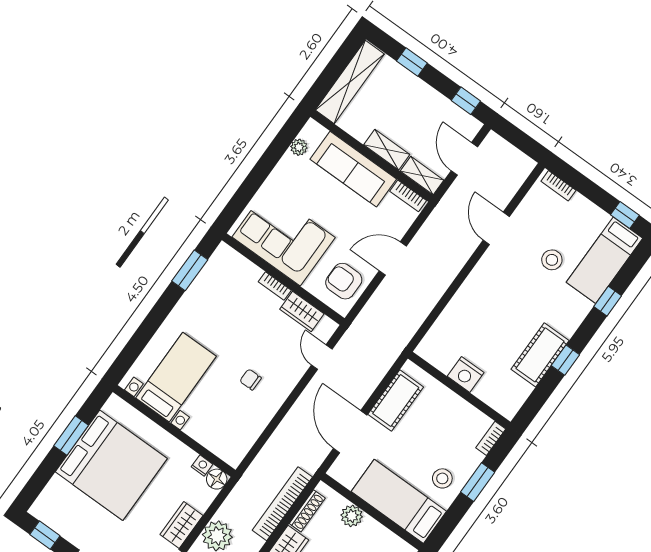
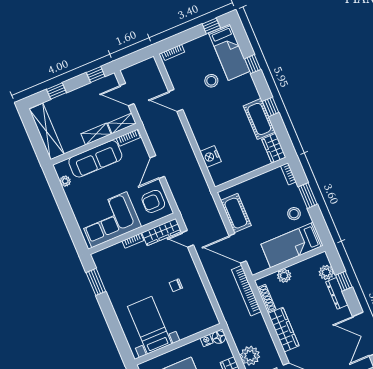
wardrobe: (302, 311) -> (162, 232), width x1.50
nightstand: (466, 374) -> (211, 157), moved, turned 90
wardrobe: (513, 398) -> (274, 148), added
bookcase: (282, 504) -> (246, 291), moved

